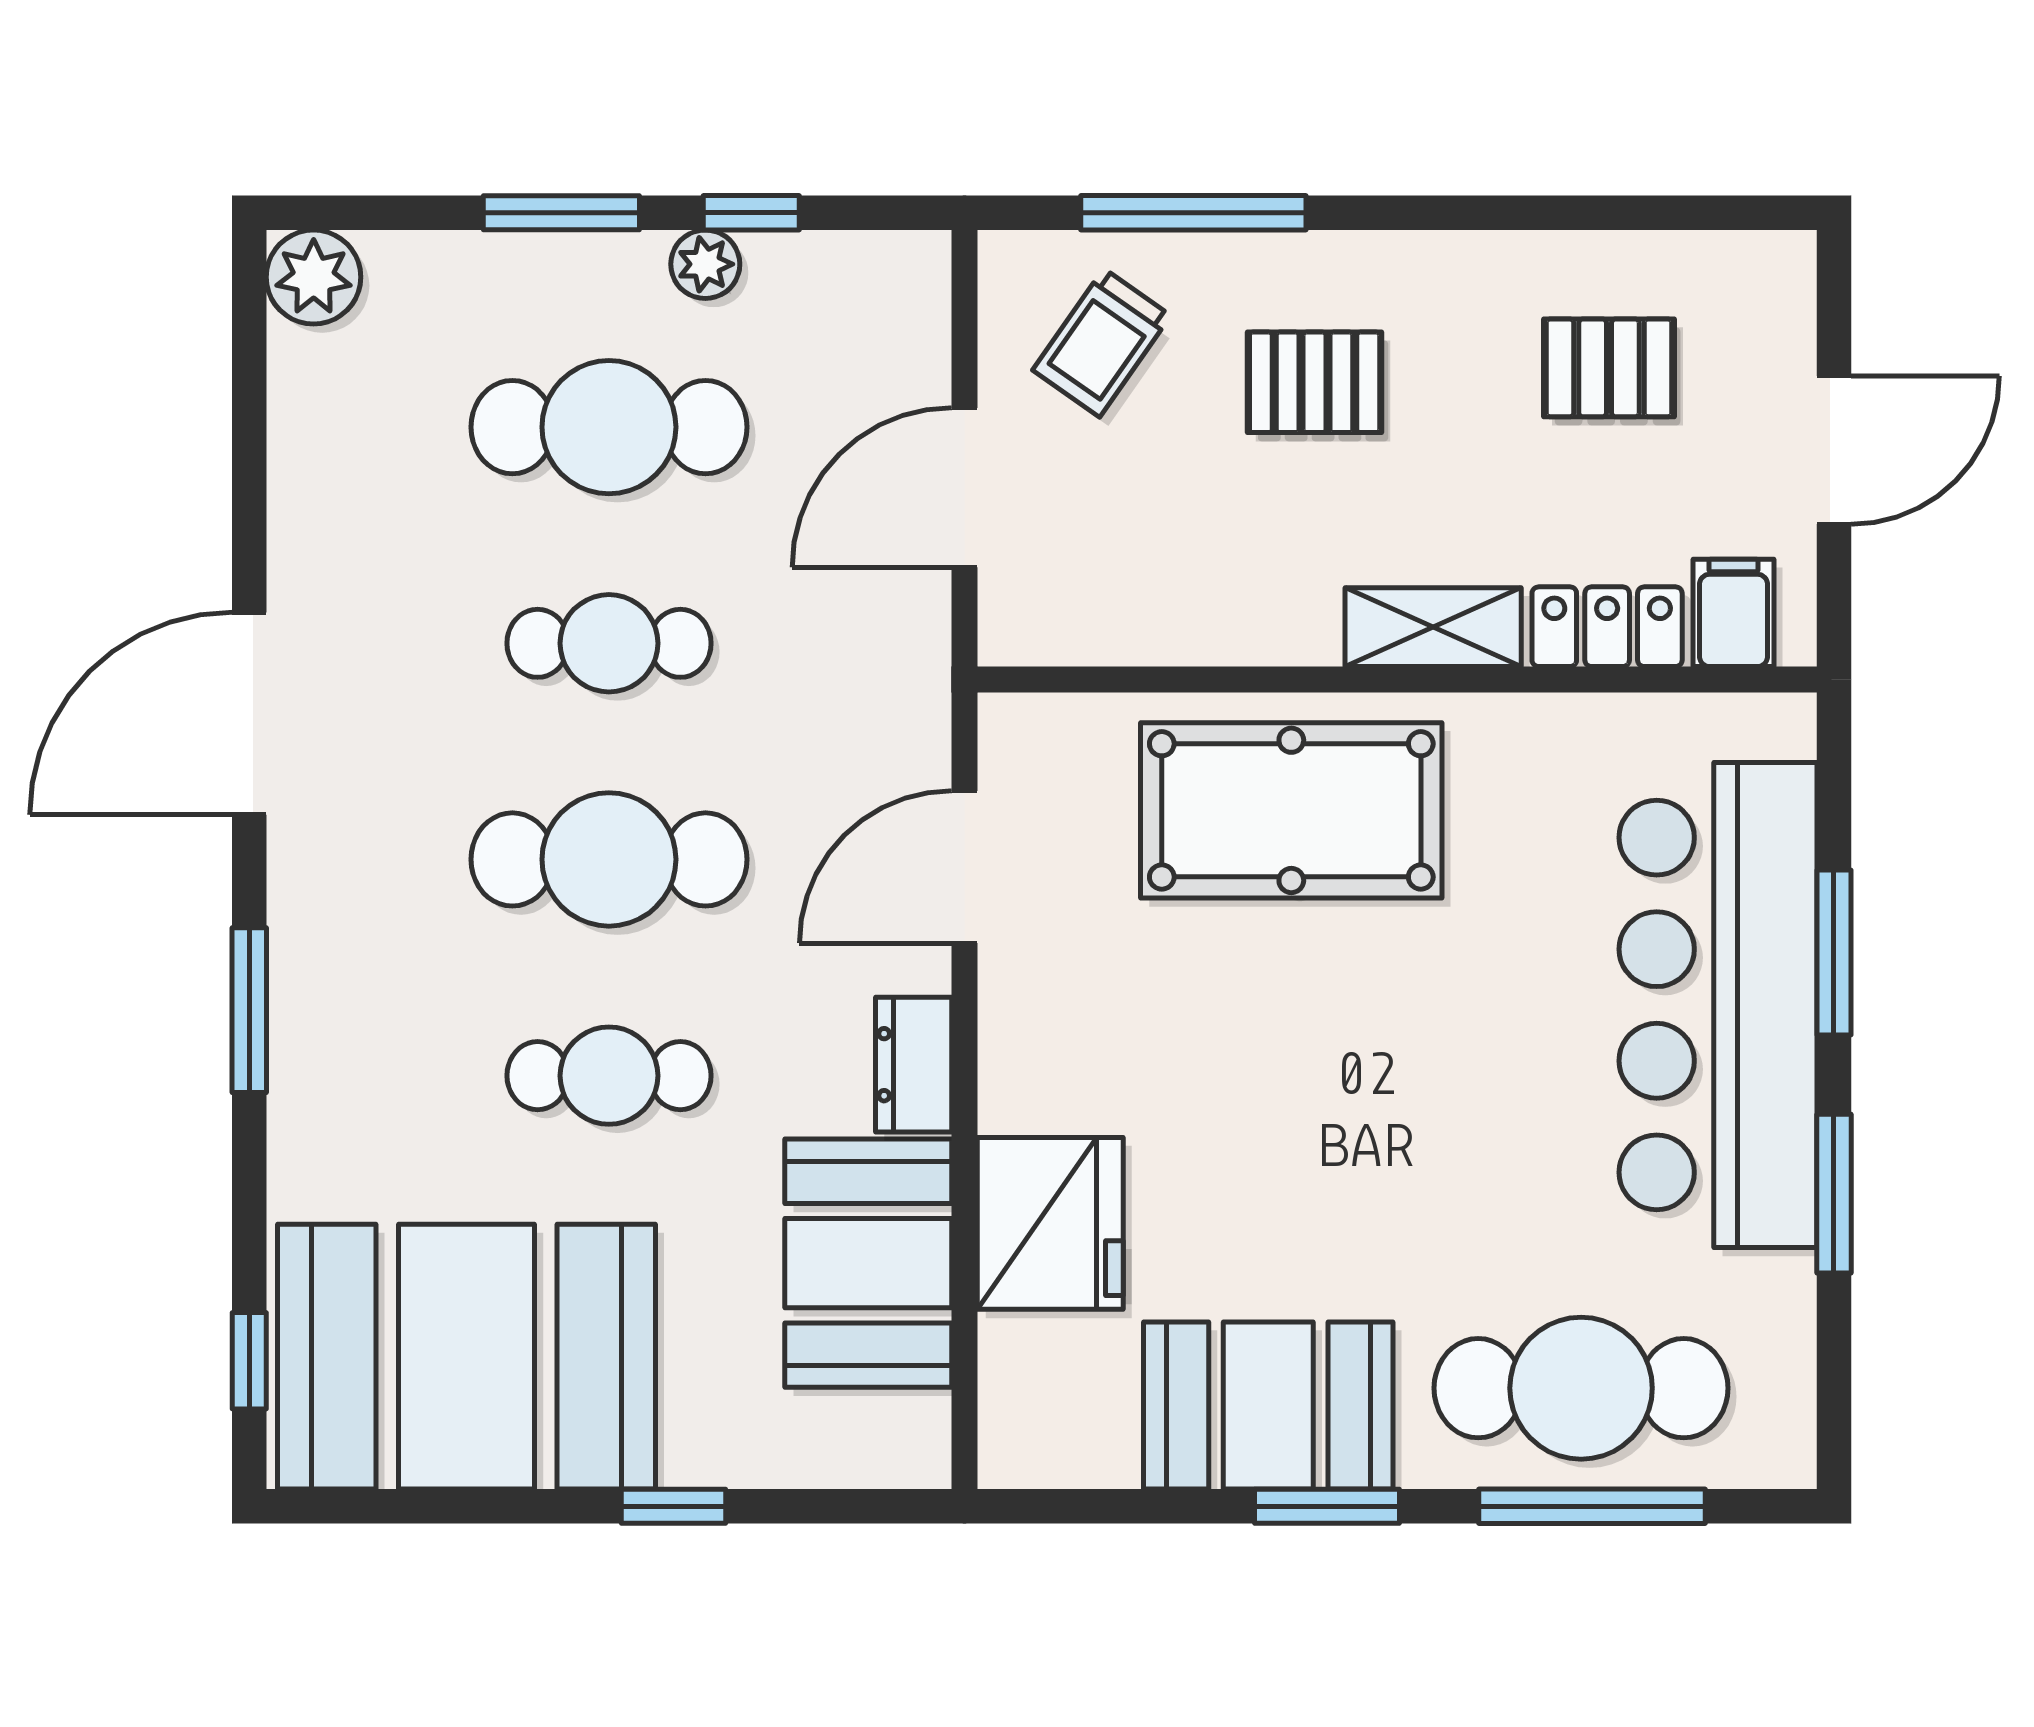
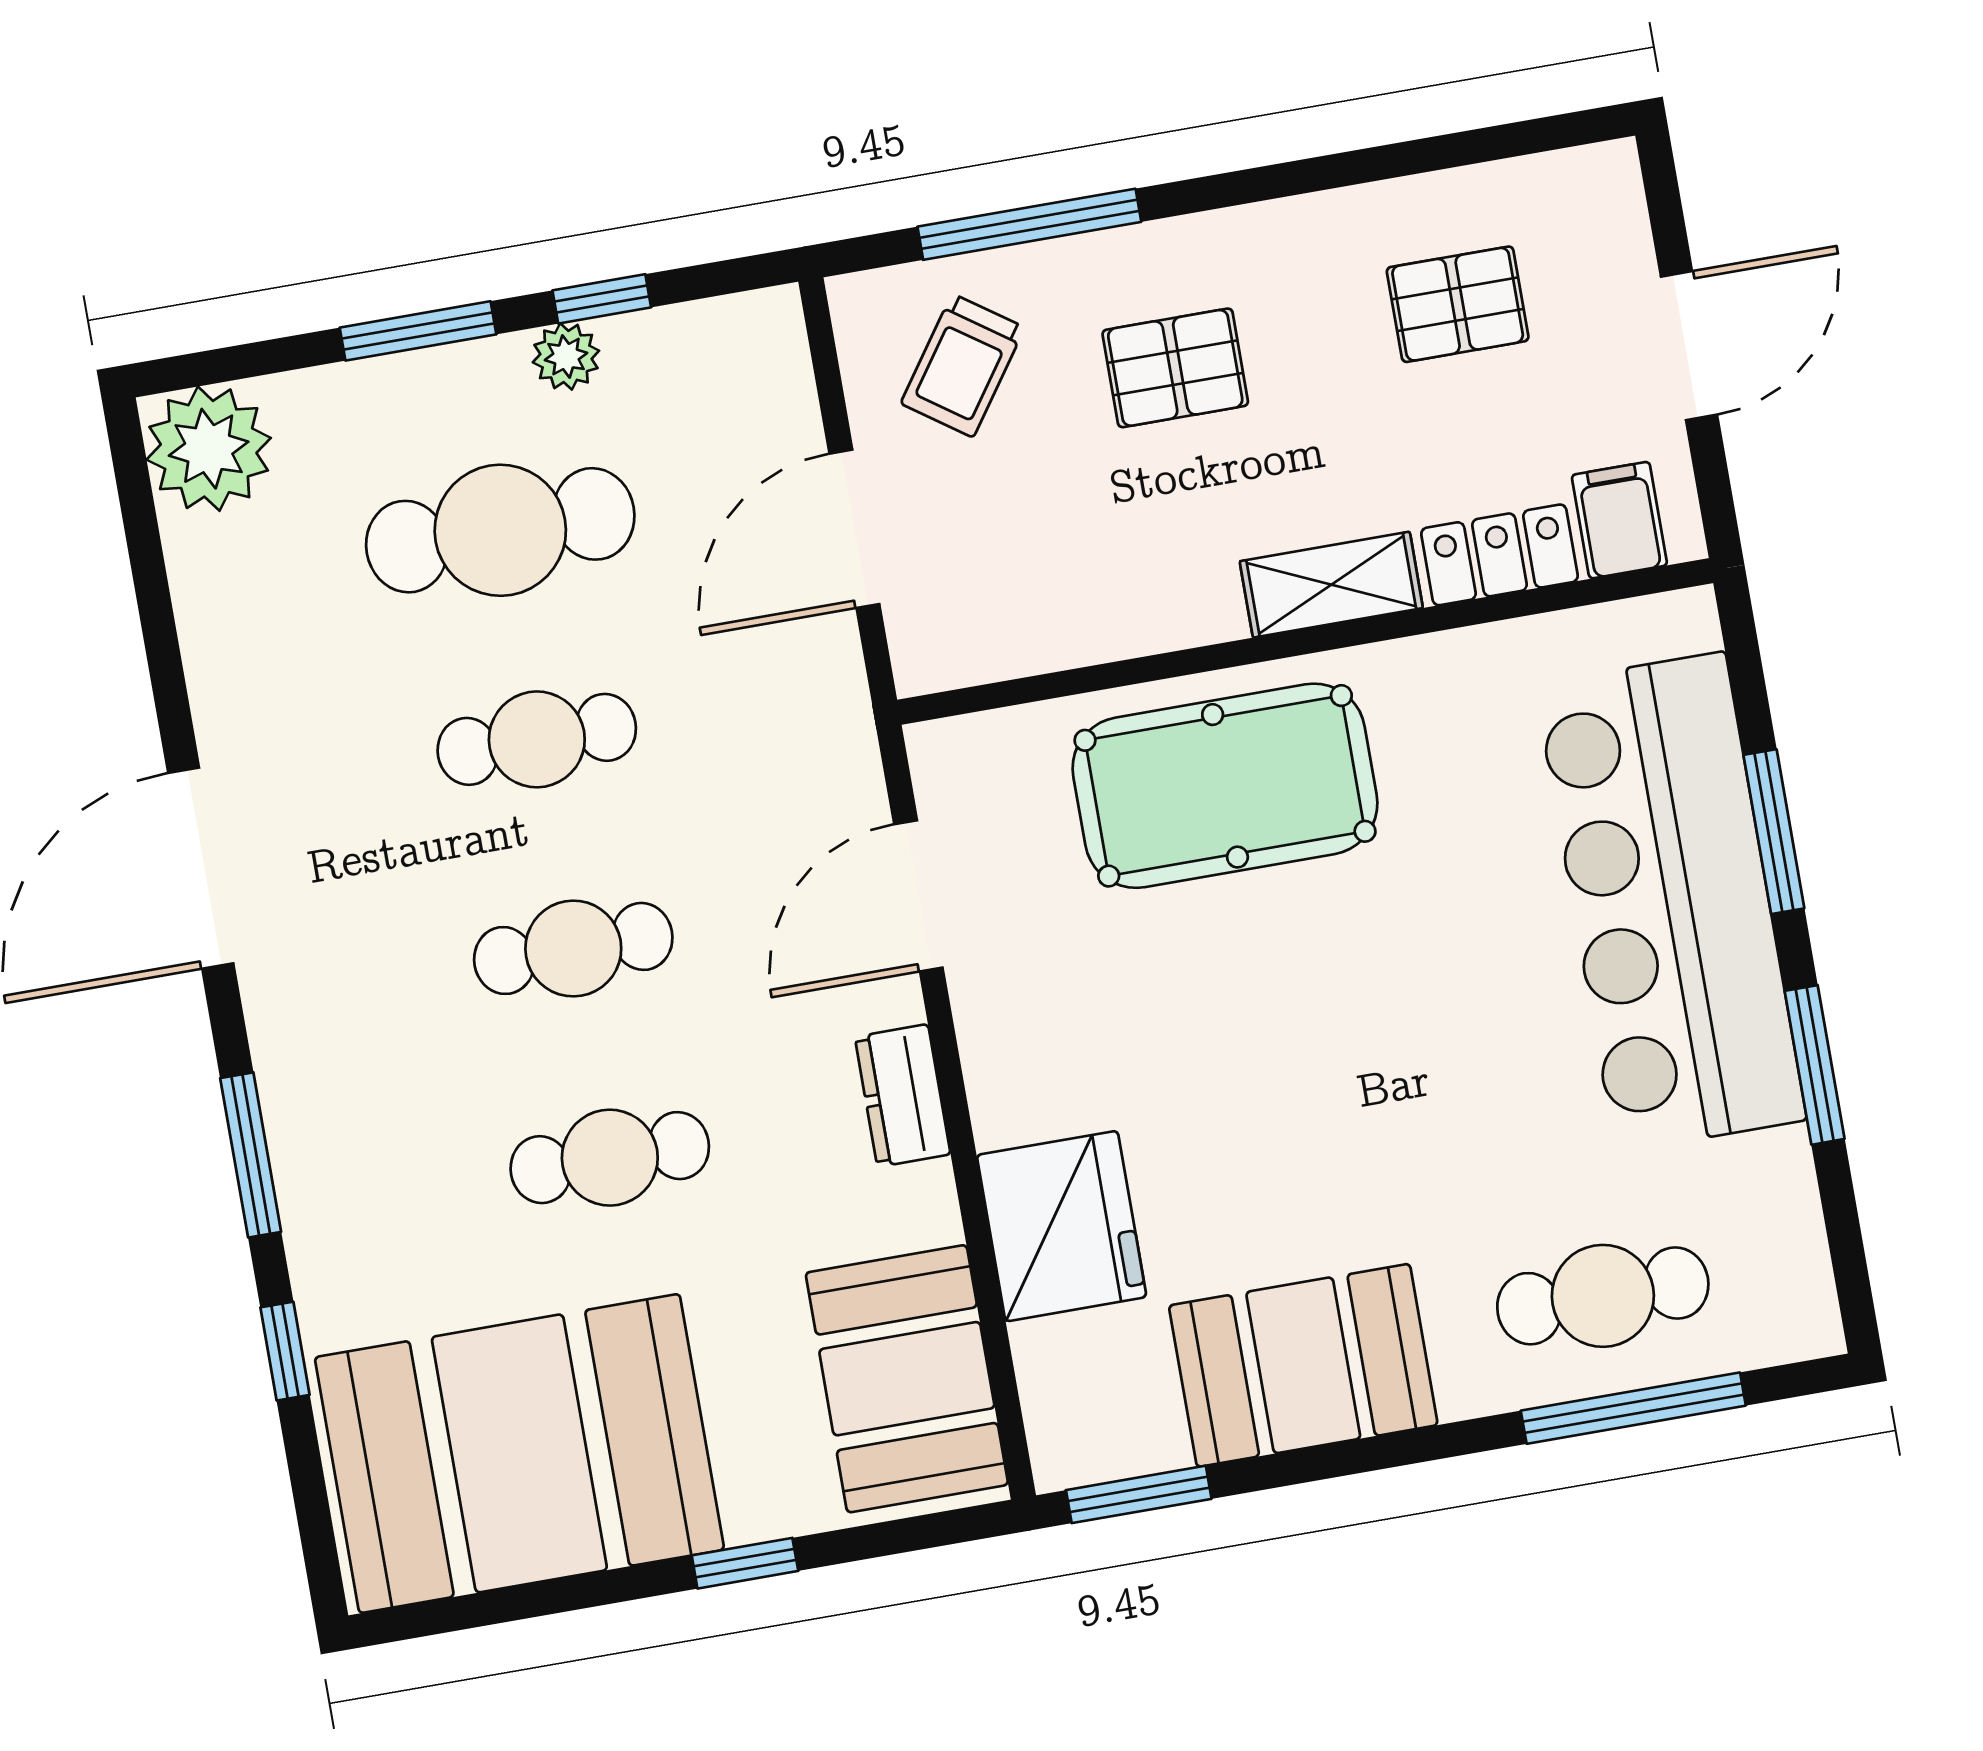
plant: (314, 277) -> (209, 449), width x1.36, depth x1.36
cafe table: (609, 859) -> (573, 948), width x0.73, depth x0.74
booth: (868, 1263) -> (907, 1379), moved
window: (249, 1361) -> (285, 1351), moved
cafe table: (1581, 1388) -> (1603, 1296), width x0.73, depth x0.74
window: (1327, 1506) -> (1139, 1494), moved

